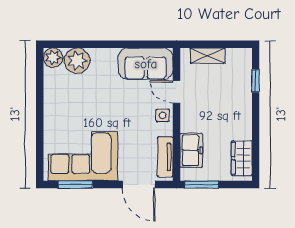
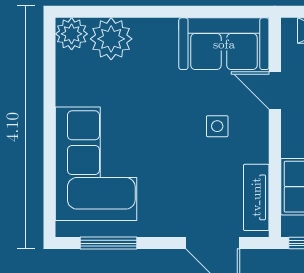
side table: (163, 115) -> (217, 126), moved
corner sofa: (83, 156) -> (96, 164), moved, turned 90

